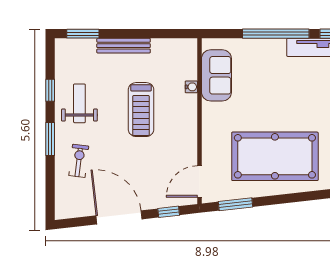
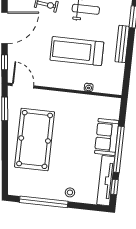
sofa: (216, 75) -> (107, 137), moved, turned 90
treadmill: (141, 110) -> (77, 51), width x1.37, depth x1.38

